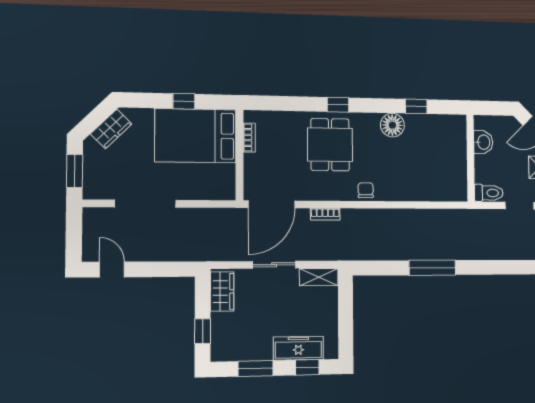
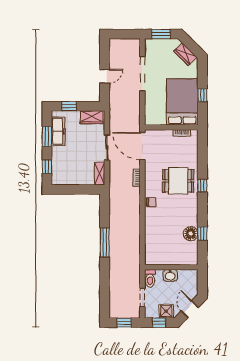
floor lamp: (392, 125) -> (191, 234), moved
washbasin: (483, 142) -> (170, 275), moved
door: (112, 270) -> (105, 76), moved
freezer: (298, 348) -> (58, 131), moved

